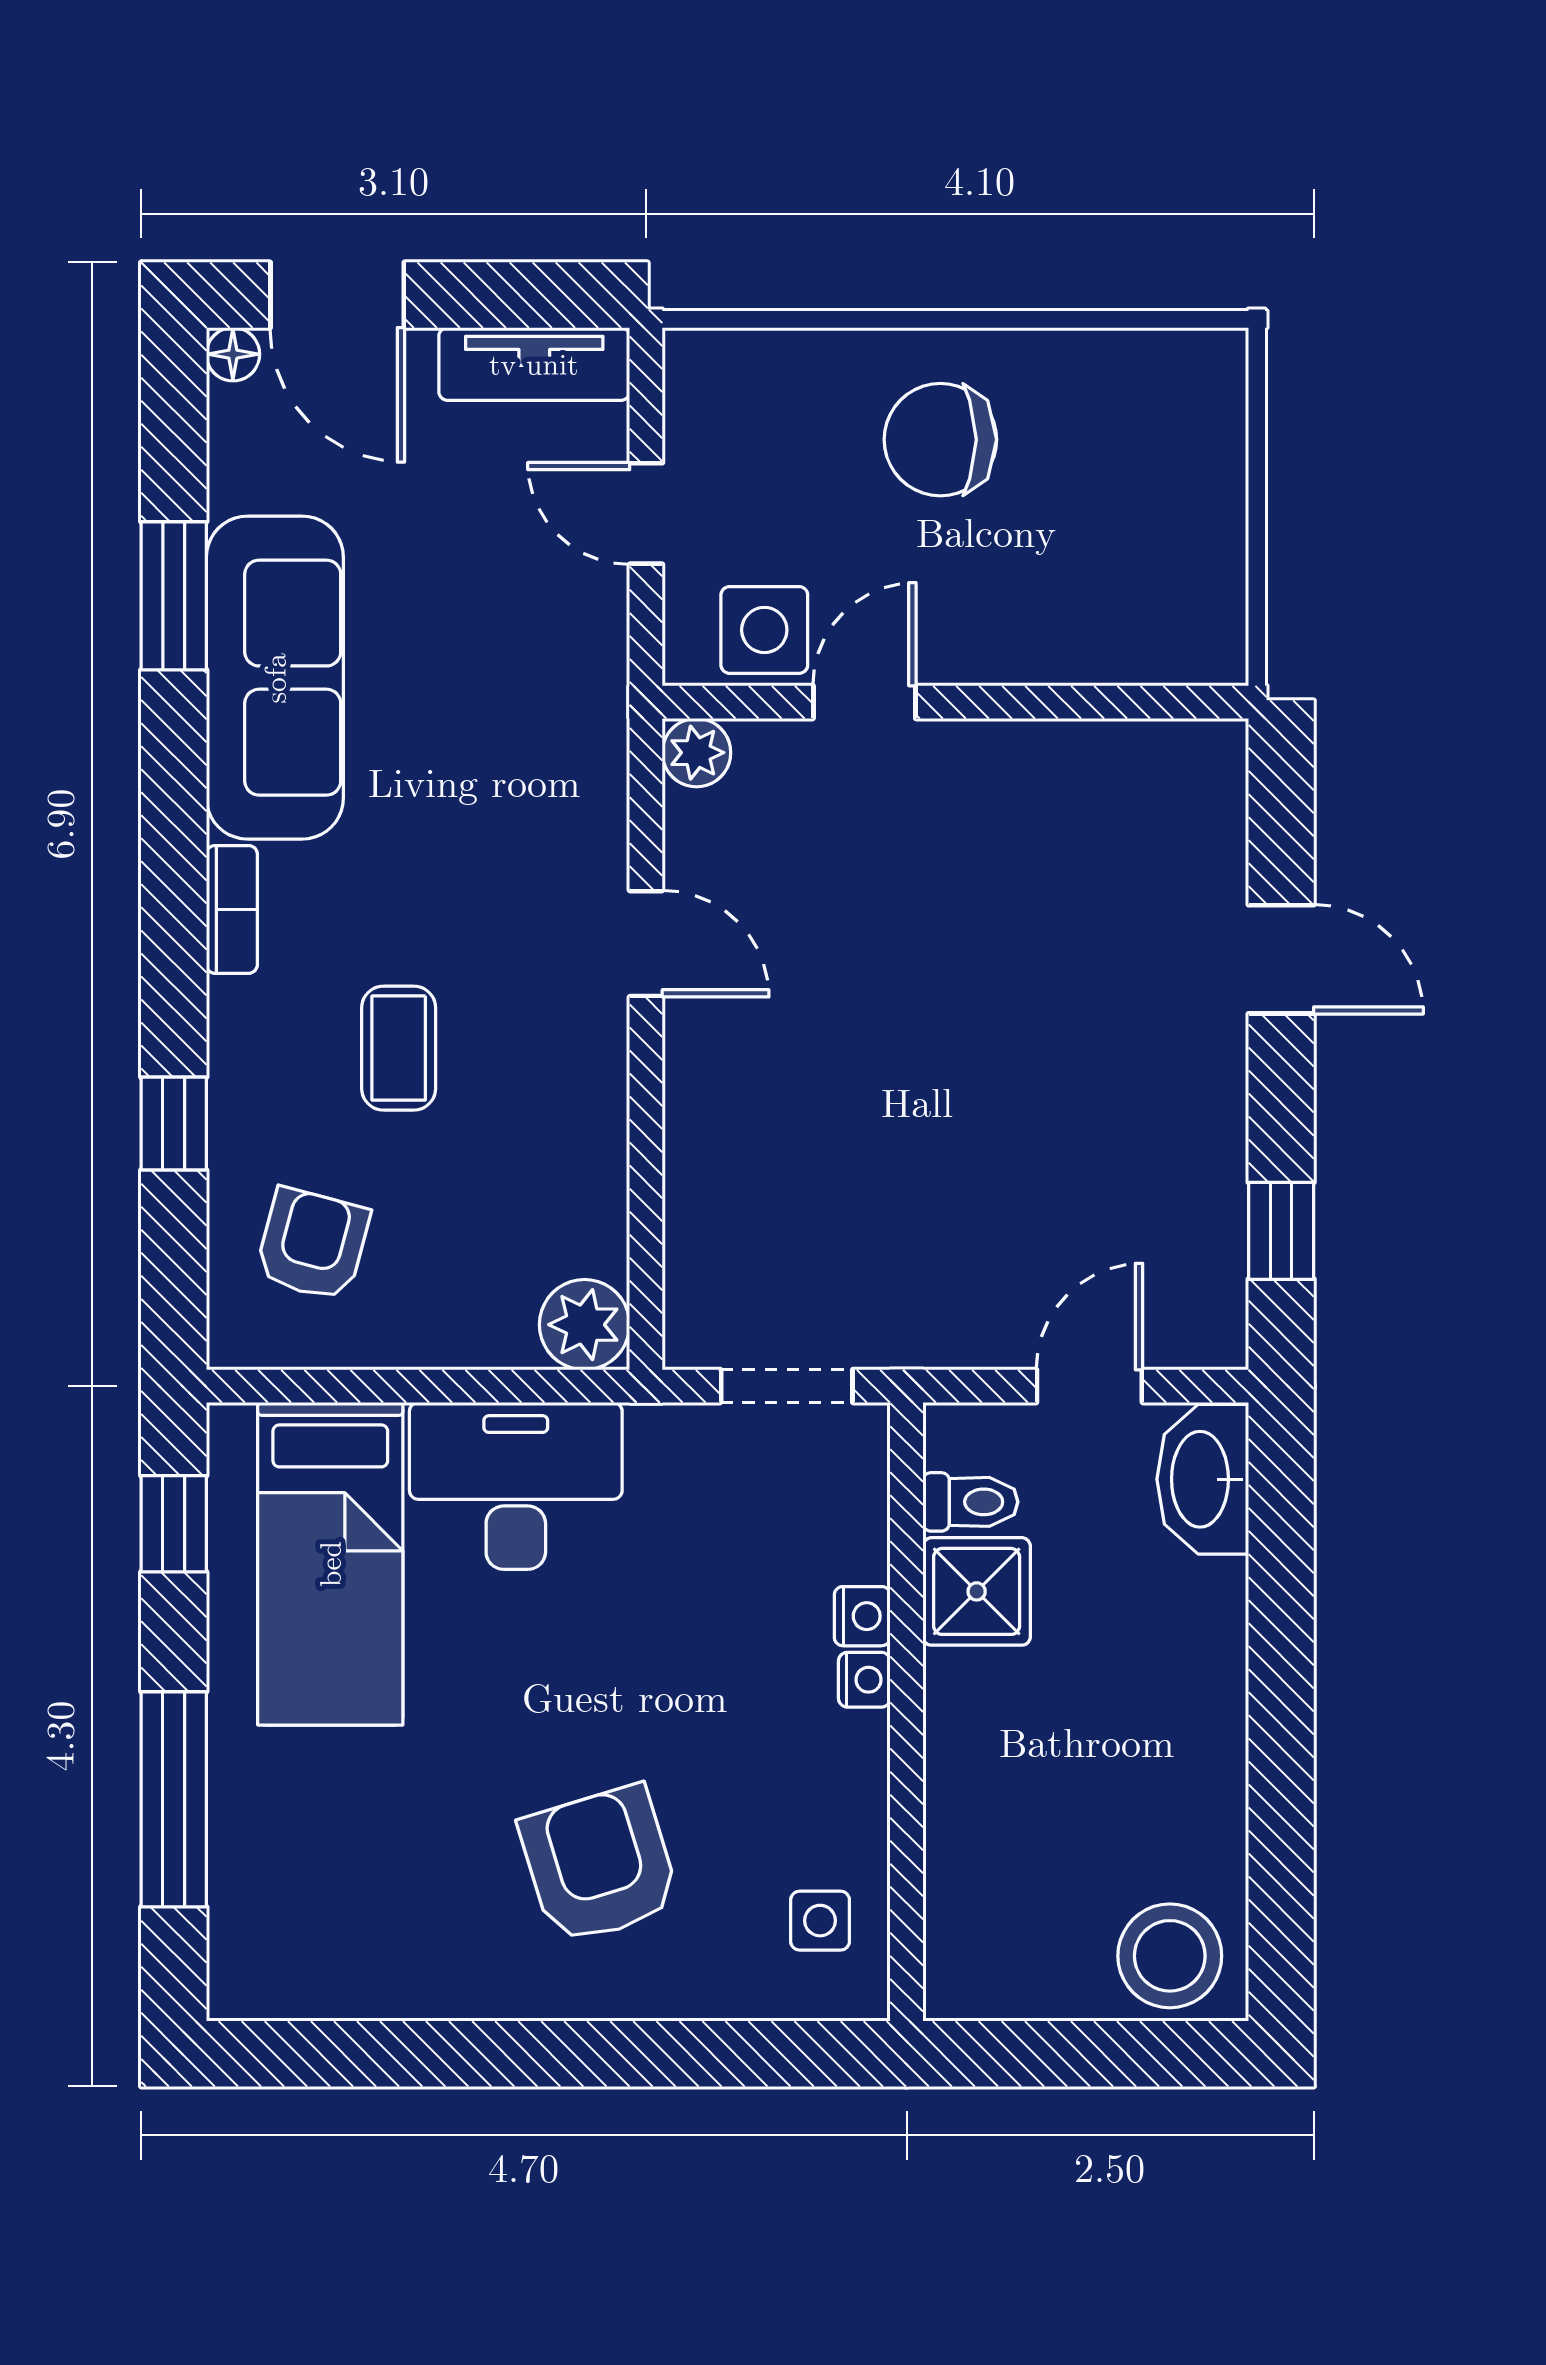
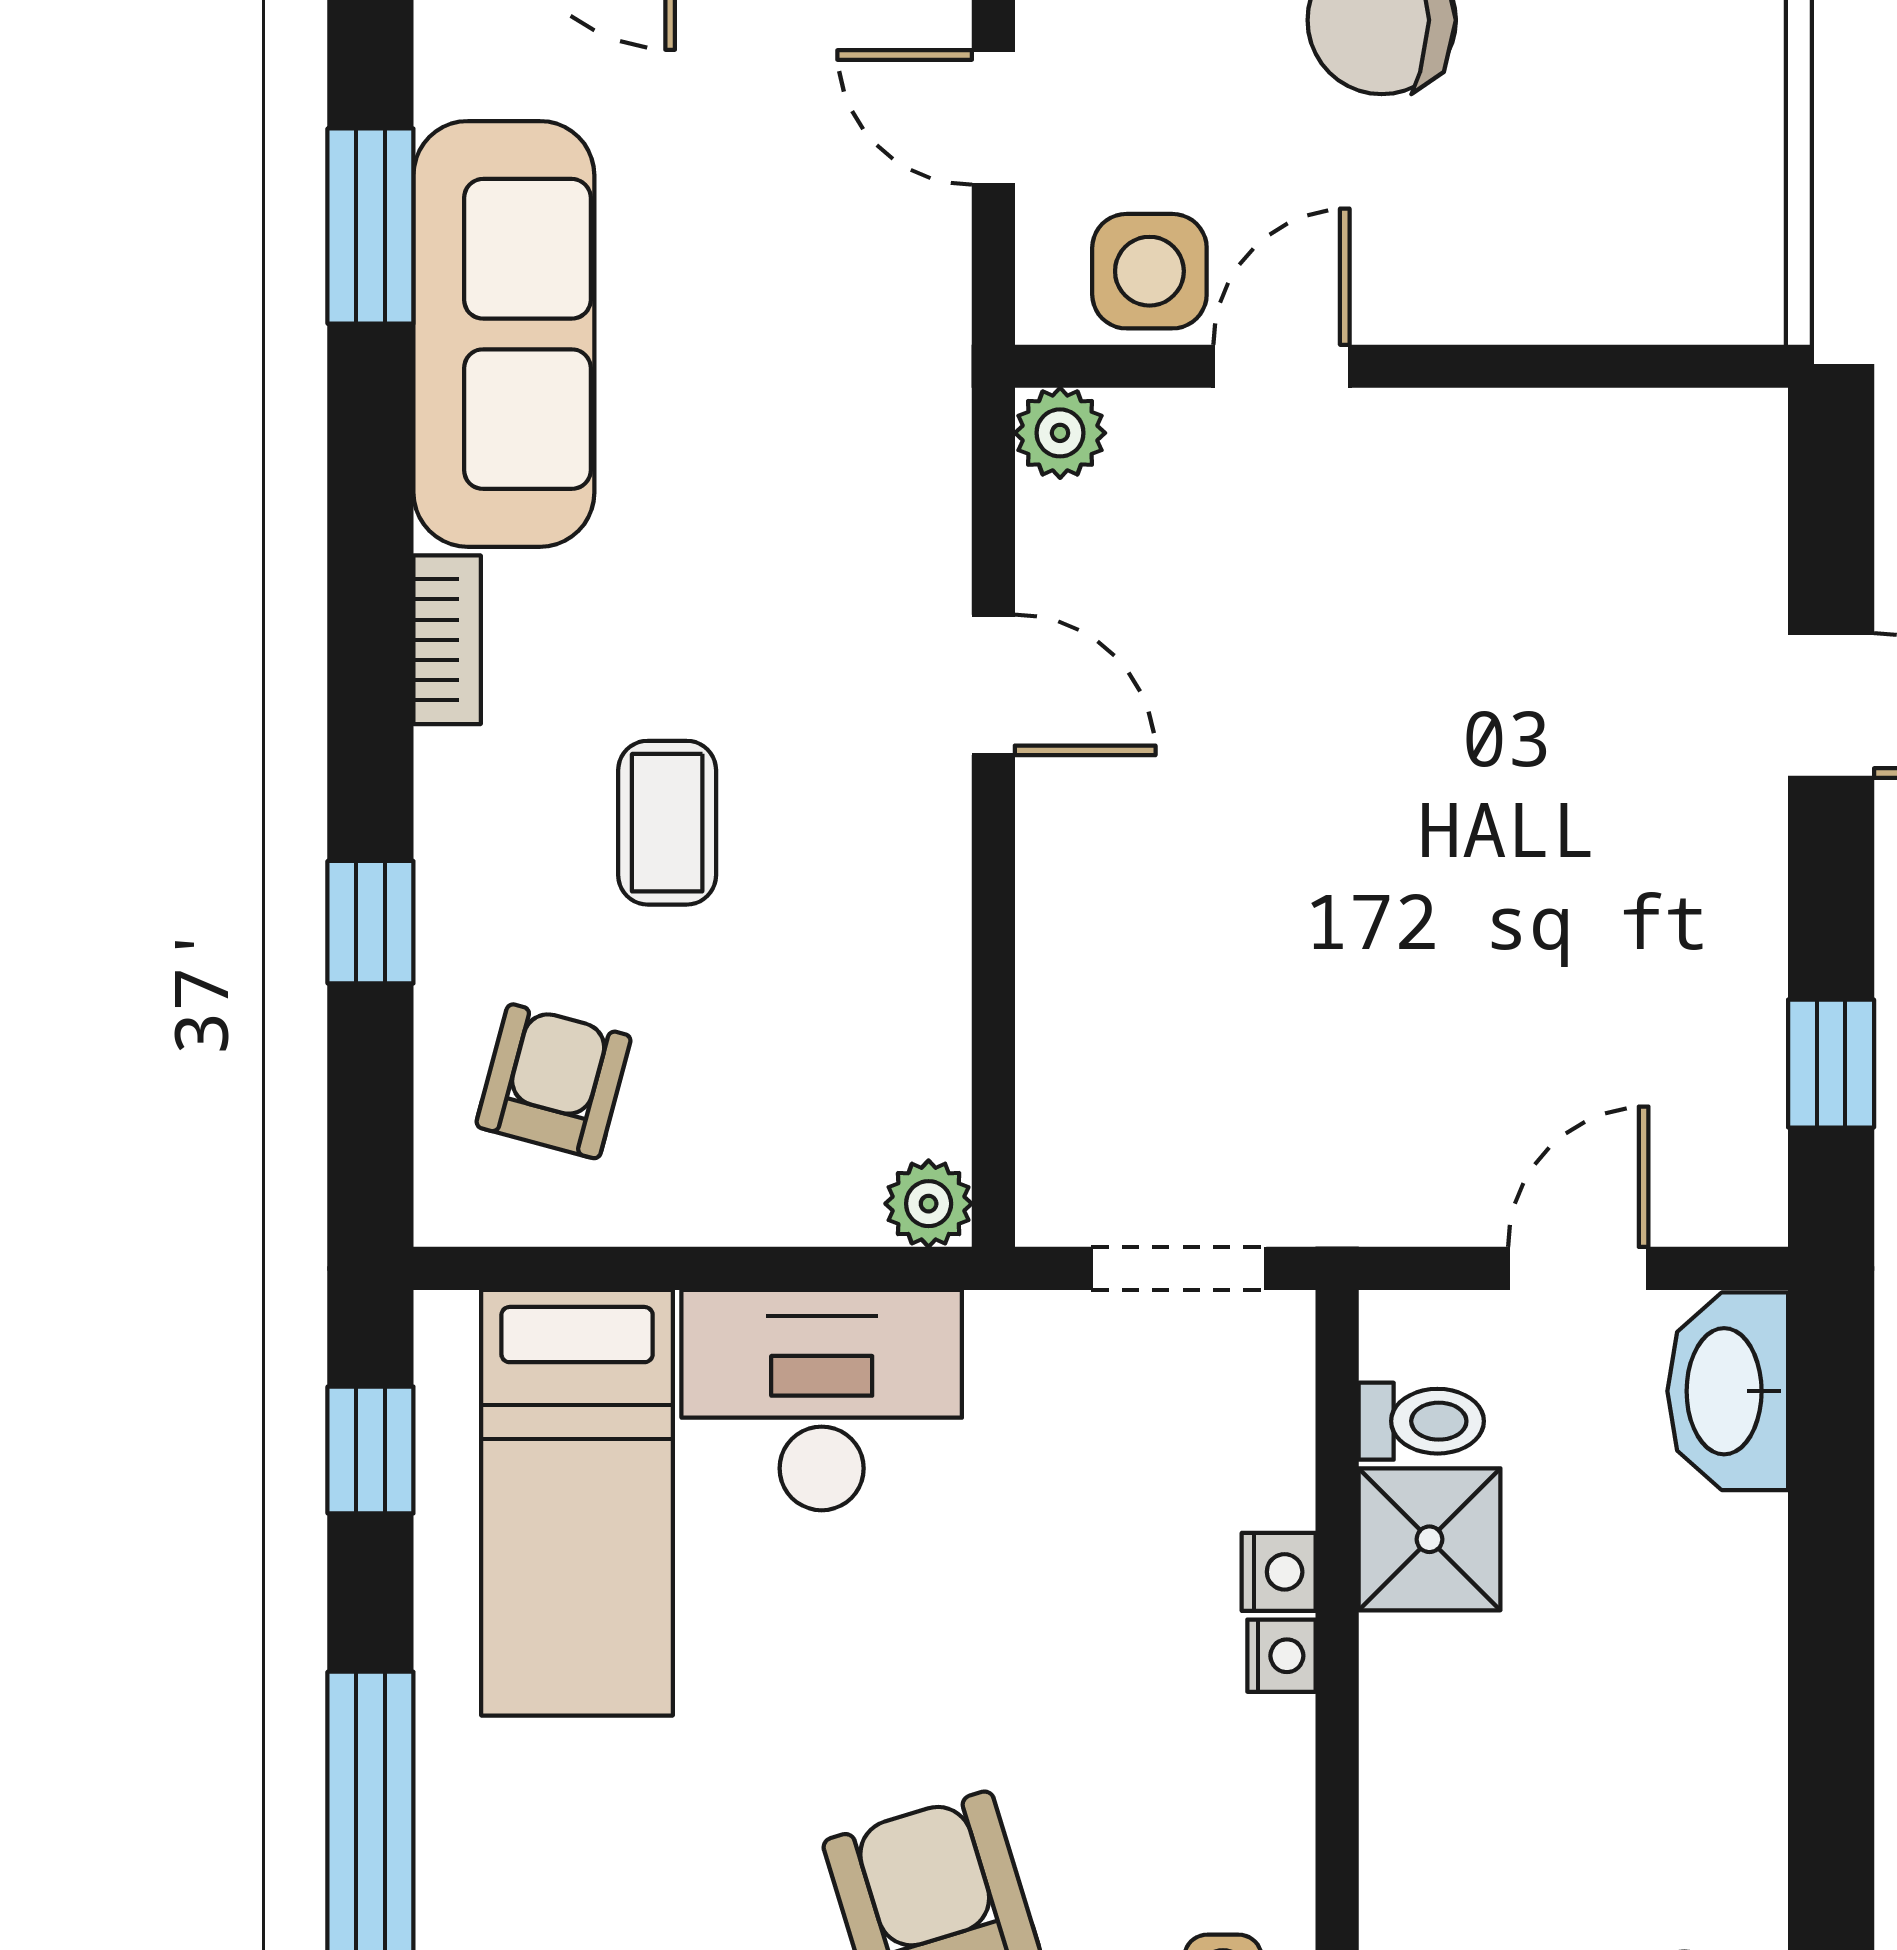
plant: (585, 1325) -> (929, 1204), width x0.73, depth x0.73

